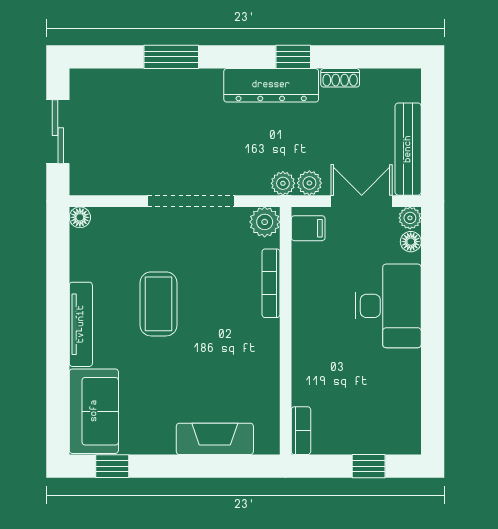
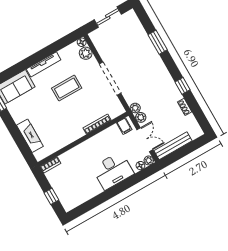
dresser: (271, 85) -> (168, 84), removed
plant: (265, 222) -> (86, 53), moved

